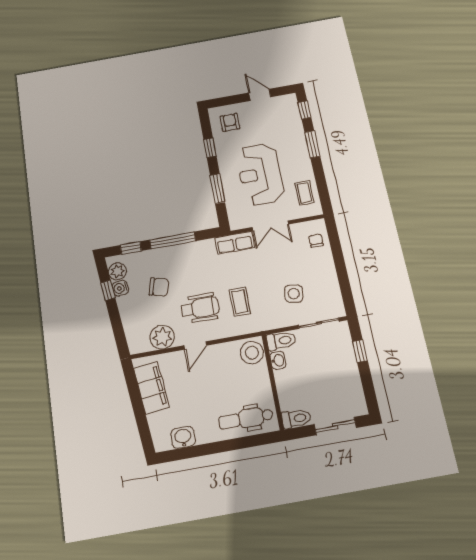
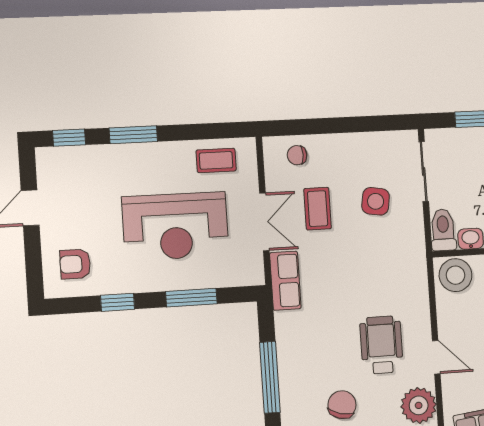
coffee table: (240, 302) -> (318, 209), moved, turned 90

